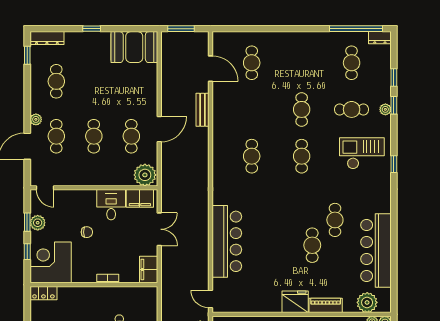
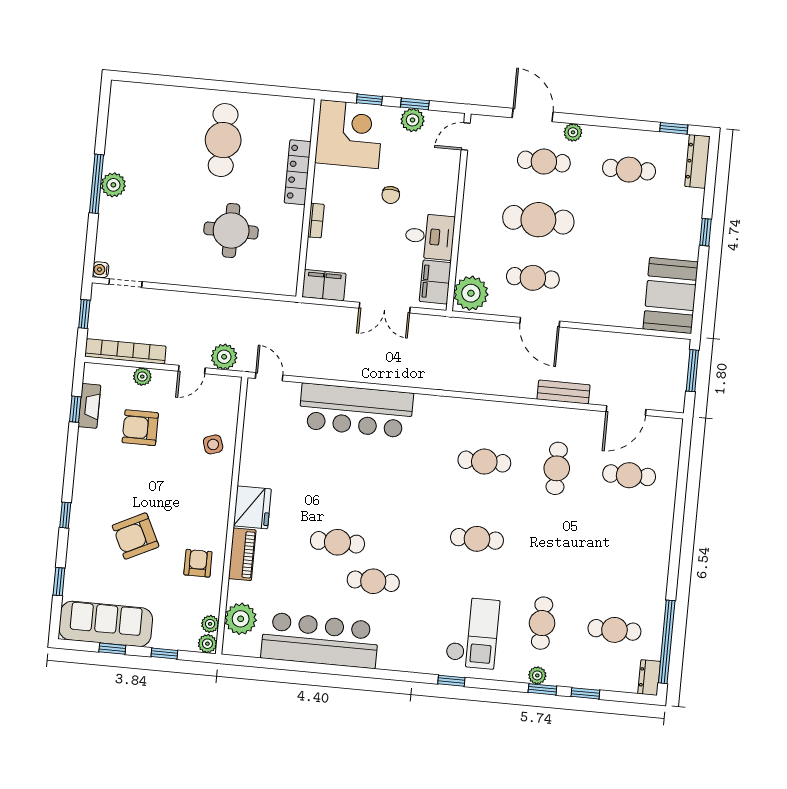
cafe table: (302, 109) -> (557, 468), moved, turned 90
cafe table: (94, 136) -> (538, 220), width x1.37, depth x1.35
locker: (43, 293) -> (298, 172), moved, width x1.53
door: (211, 299) -> (269, 377), hinge flipped

